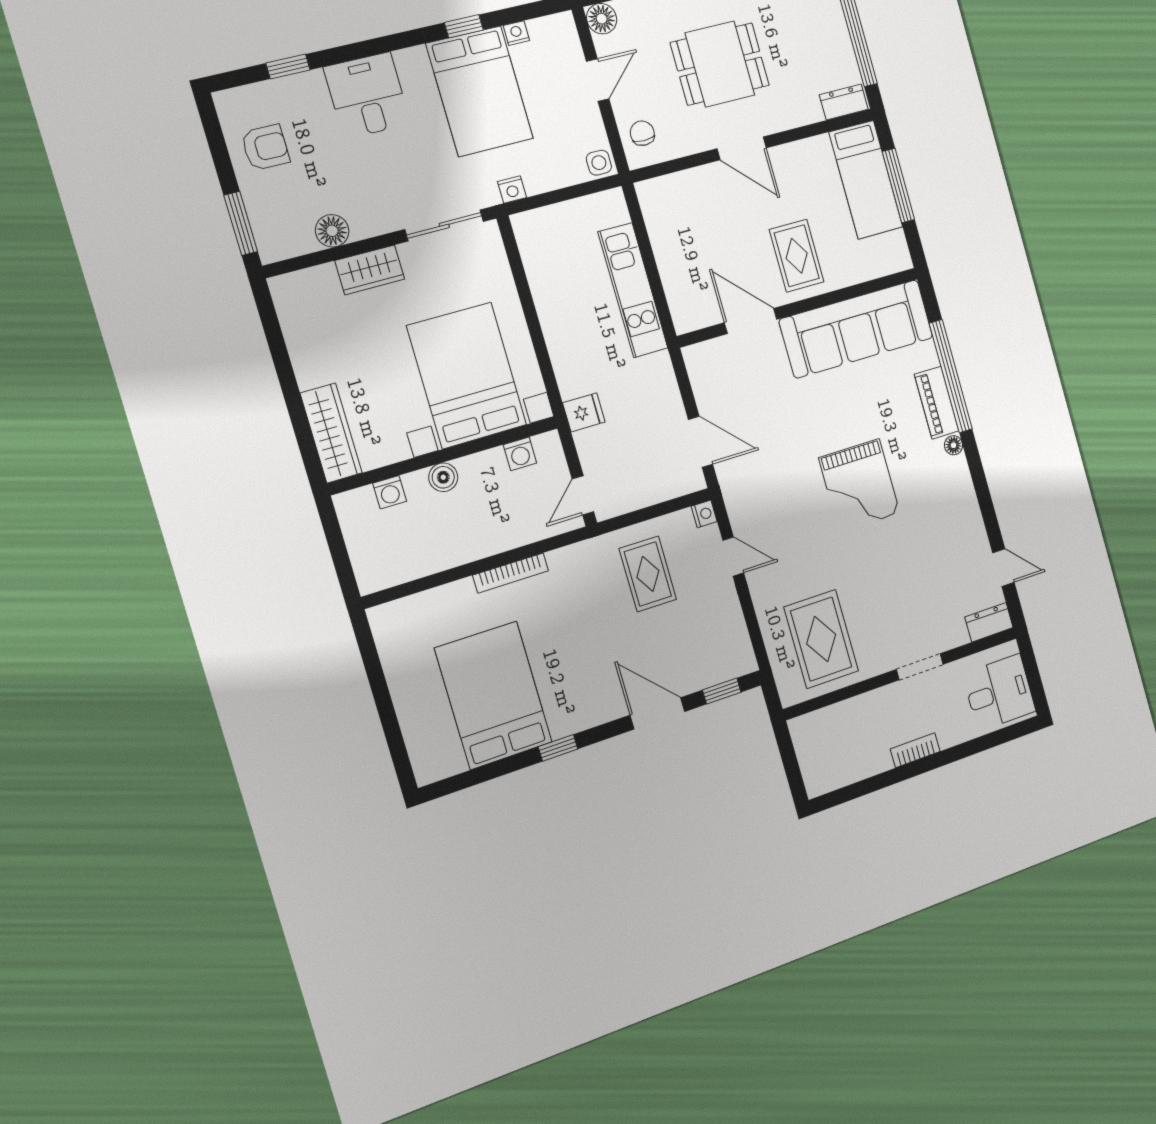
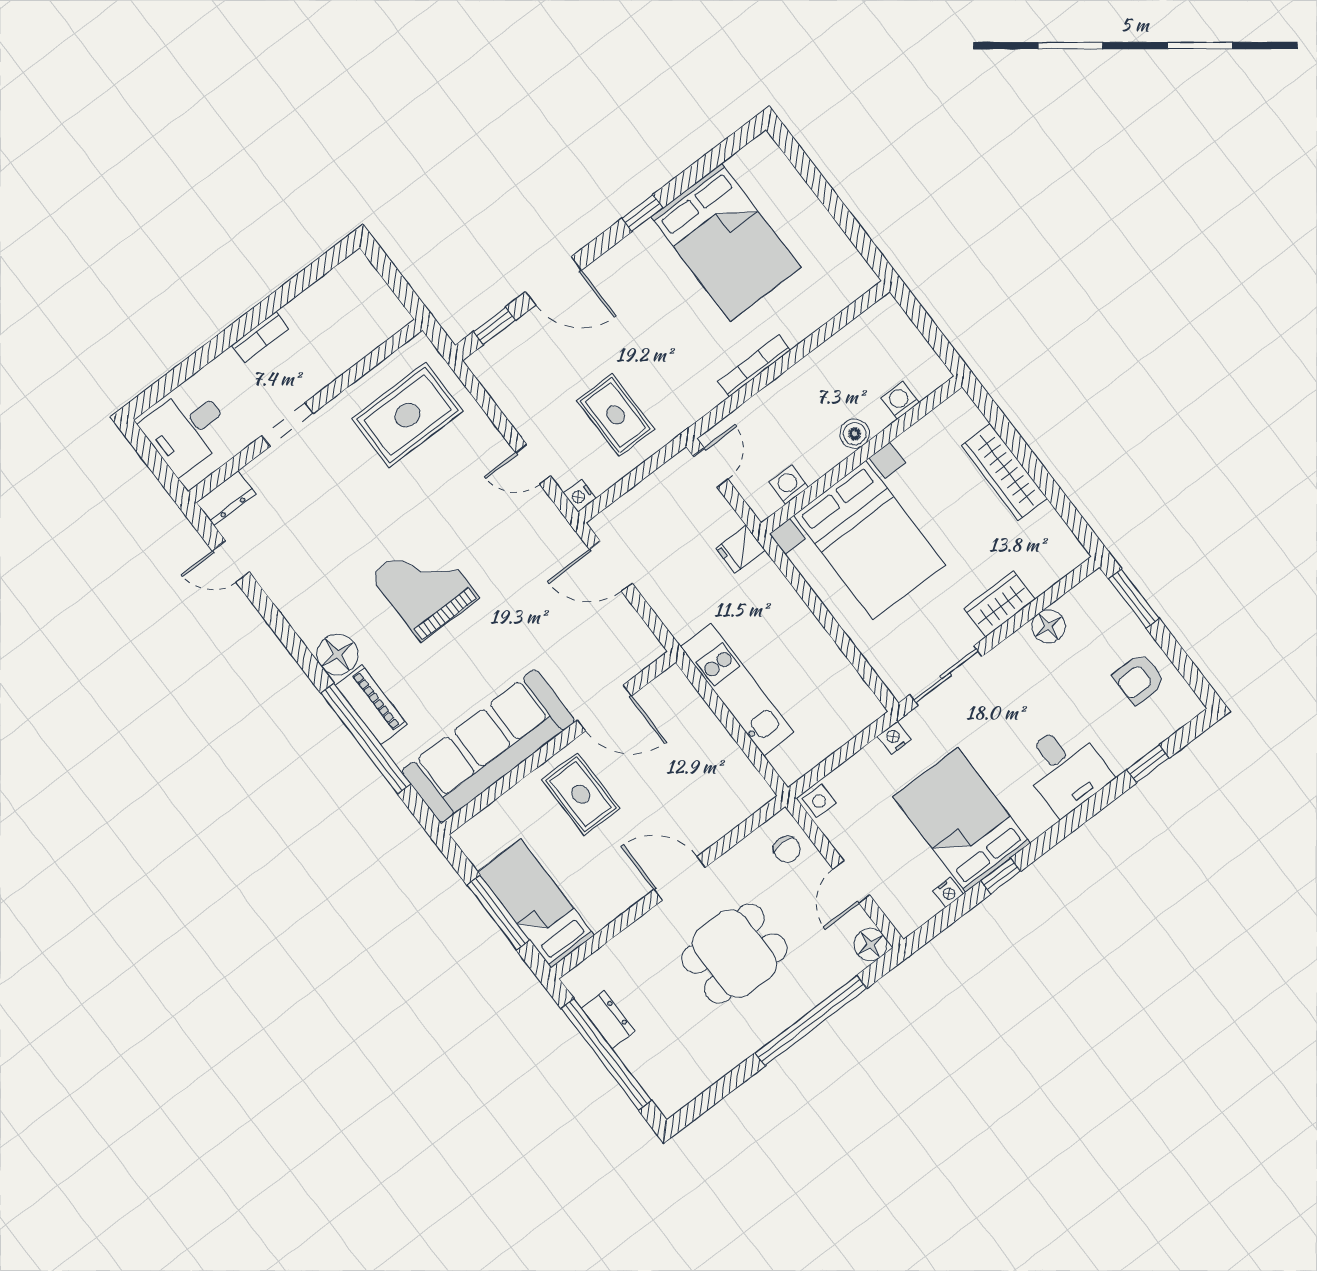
dresser: (844, 102) -> (608, 1020), moved, turned -90
wardrobe: (331, 433) -> (1004, 472), moved
floor lamp: (954, 445) -> (337, 654), width x1.89, depth x1.89
rug: (821, 639) -> (407, 415), turned 90

